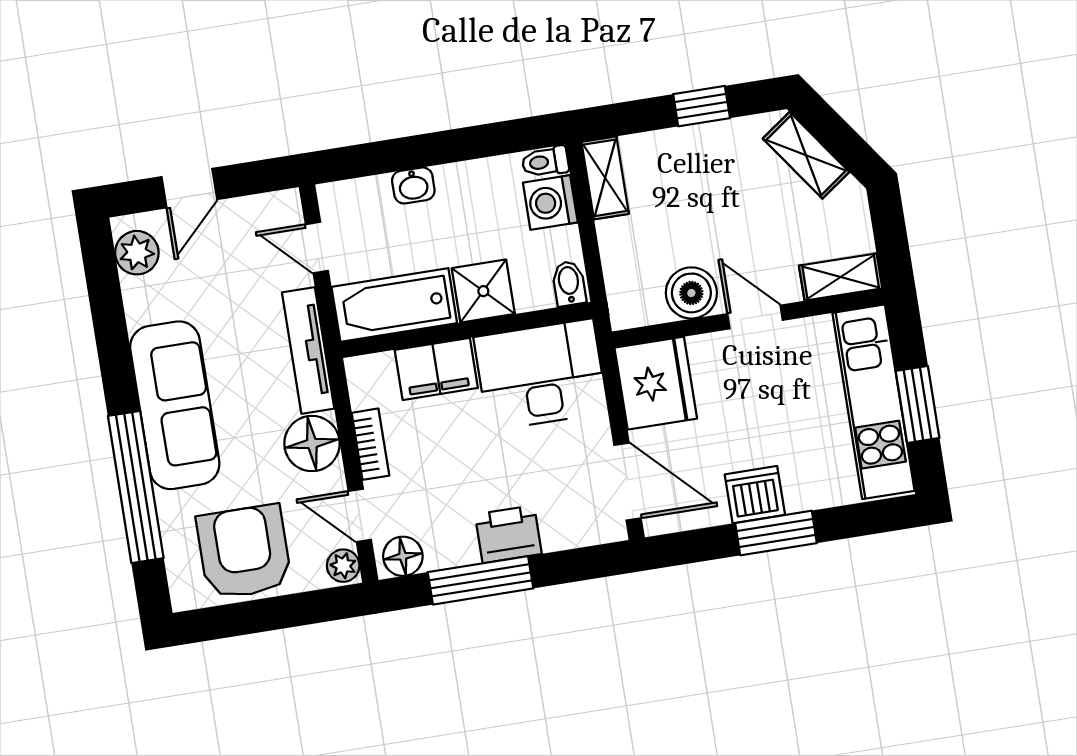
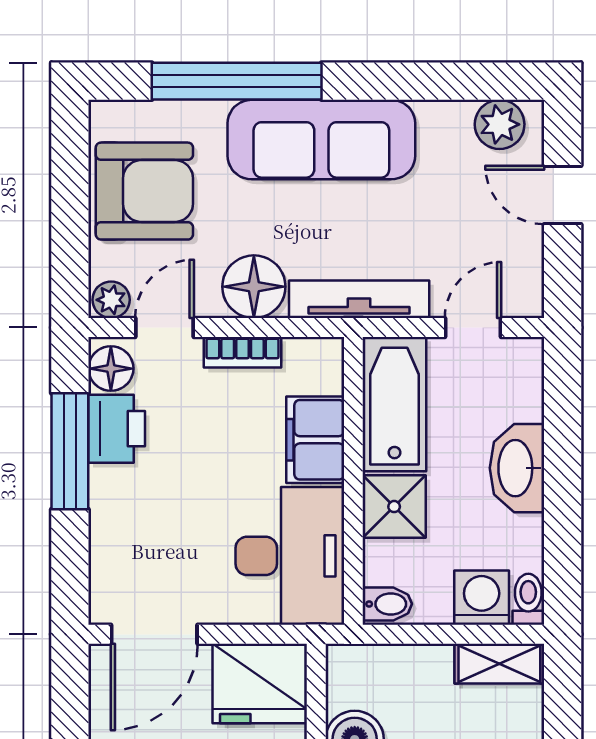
washbasin: (413, 185) -> (517, 468), width x1.91, depth x1.45
printer: (508, 534) -> (117, 429), moved

